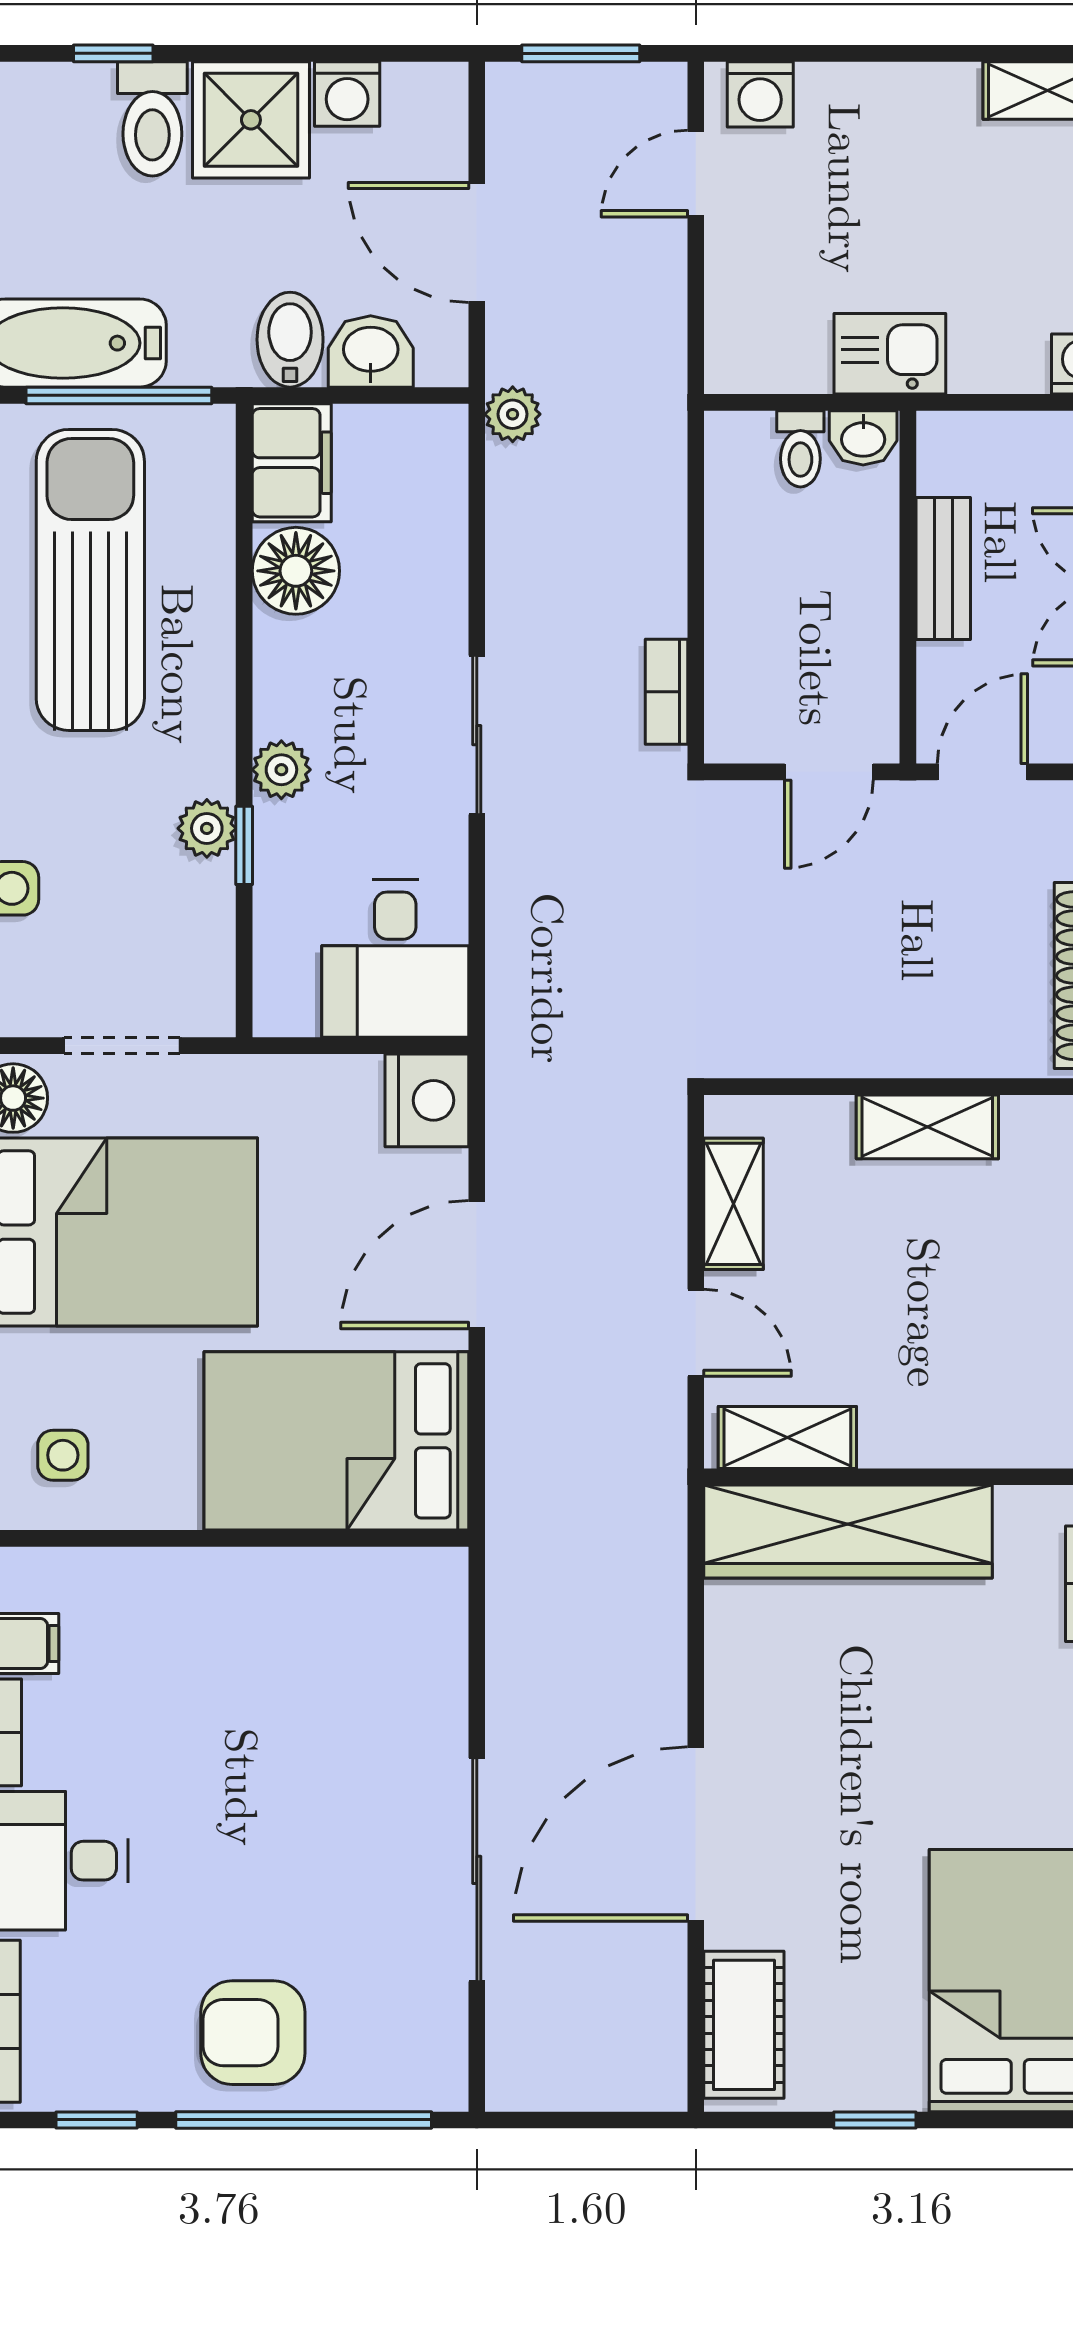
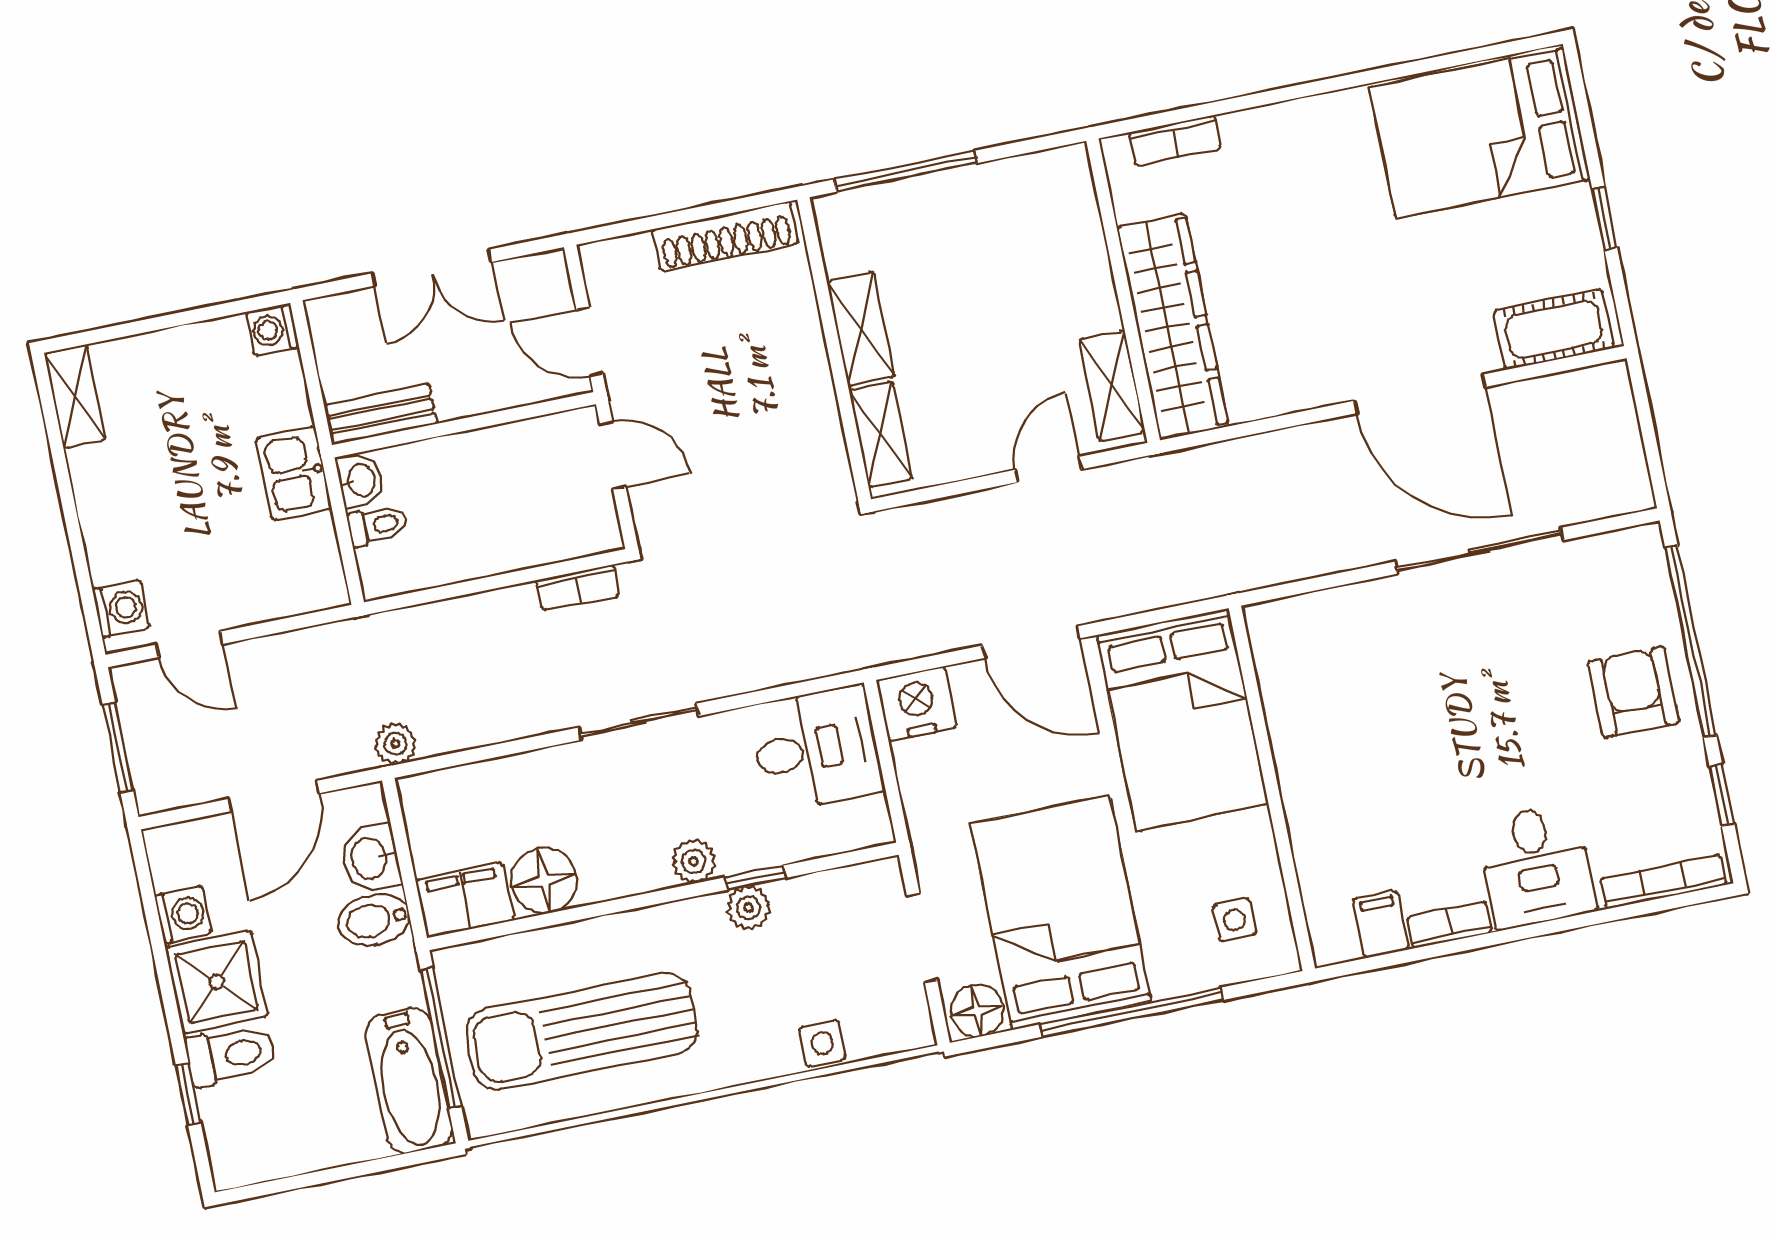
bench: (943, 568) -> (381, 414), moved
shelving: (734, 1204) -> (881, 435), moved, turned 90
armchair: (253, 2033) -> (1634, 692), turned 180

